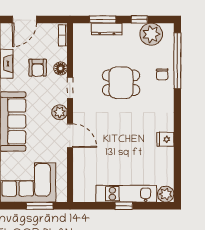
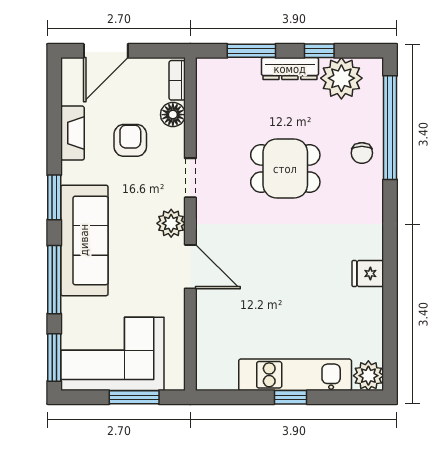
dresser: (107, 29) -> (290, 69), moved
armchair: (38, 68) -> (130, 140), turned 180
floor lamp: (61, 68) -> (173, 115), moved

